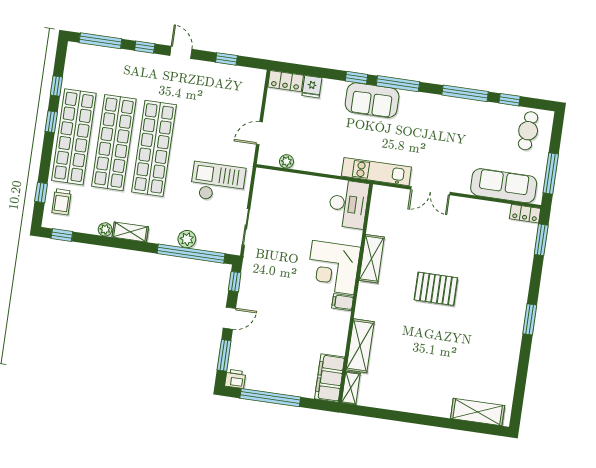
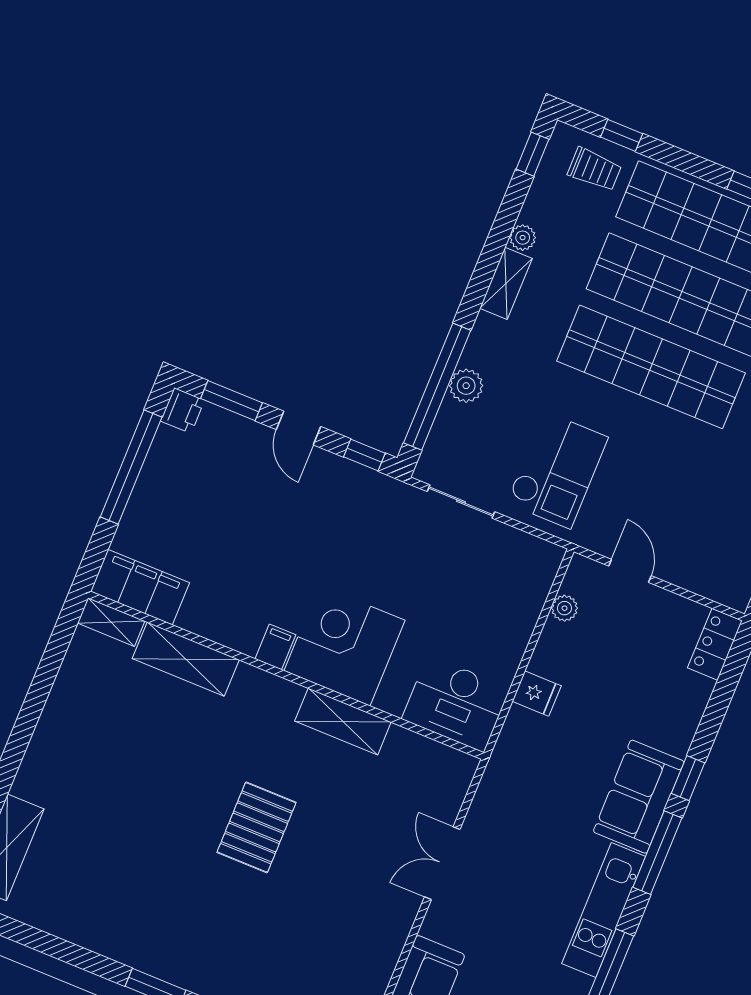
fridge: (312, 87) -> (537, 694), moved, turned 180
kitchen unit: (376, 172) -> (604, 910), moved, turned 180
trolley: (62, 202) -> (595, 169), turned 180

